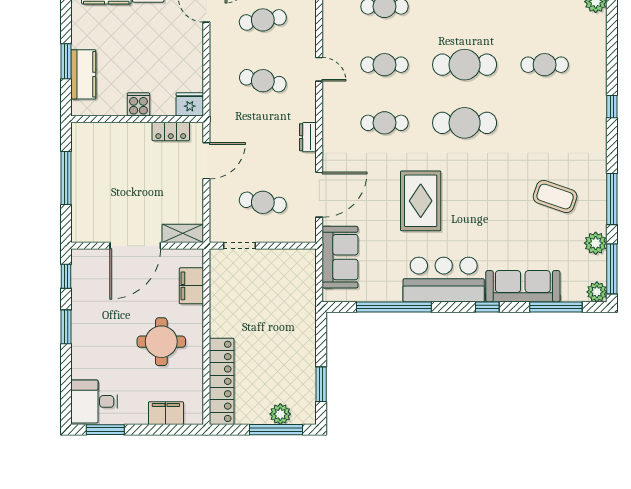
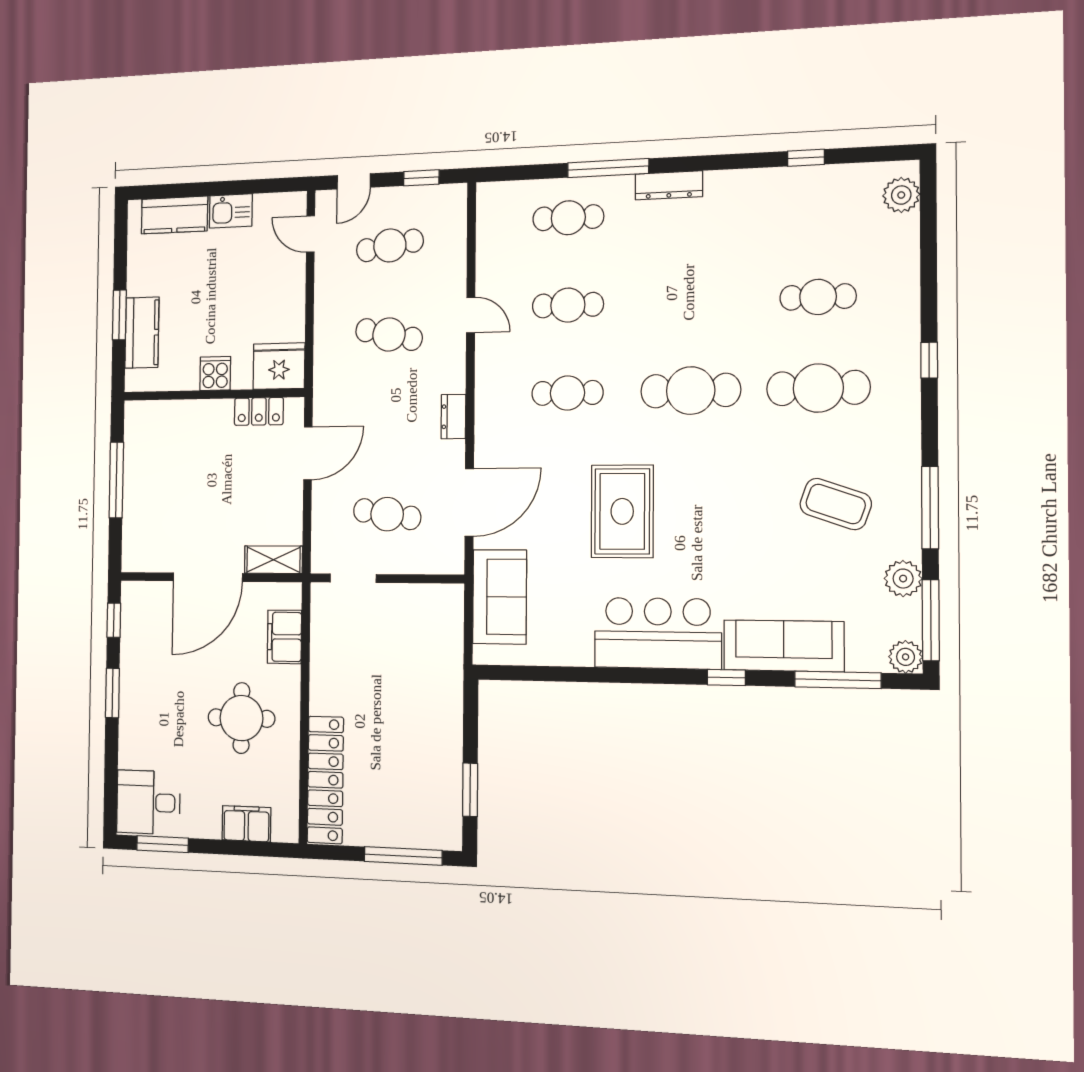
cafe table: (465, 65) -> (818, 388), moved
fridge: (190, 104) -> (279, 366), width x1.36, depth x1.34
window: (394, 307) -> (580, 674), removed
plant: (280, 414) -> (409, 833), removed

